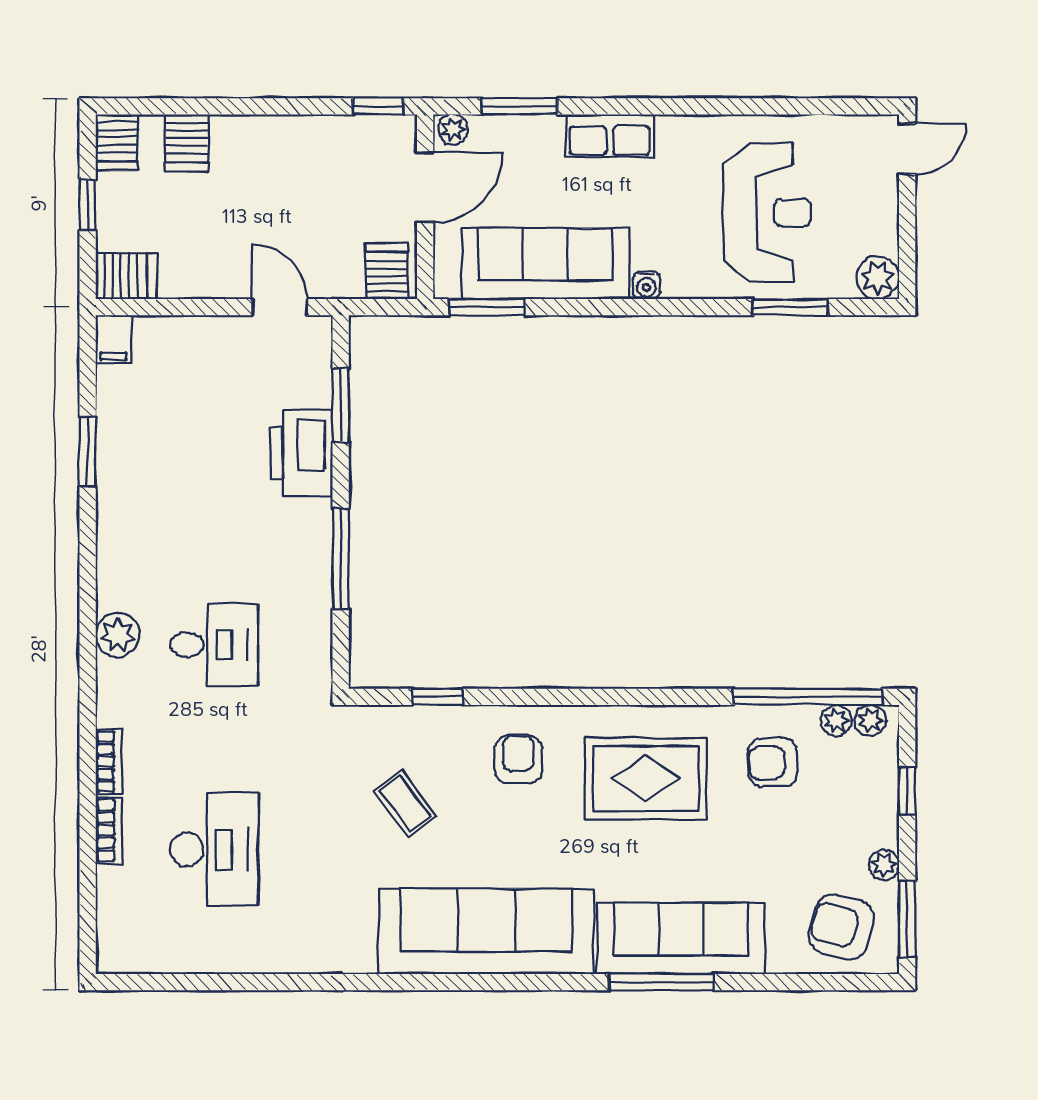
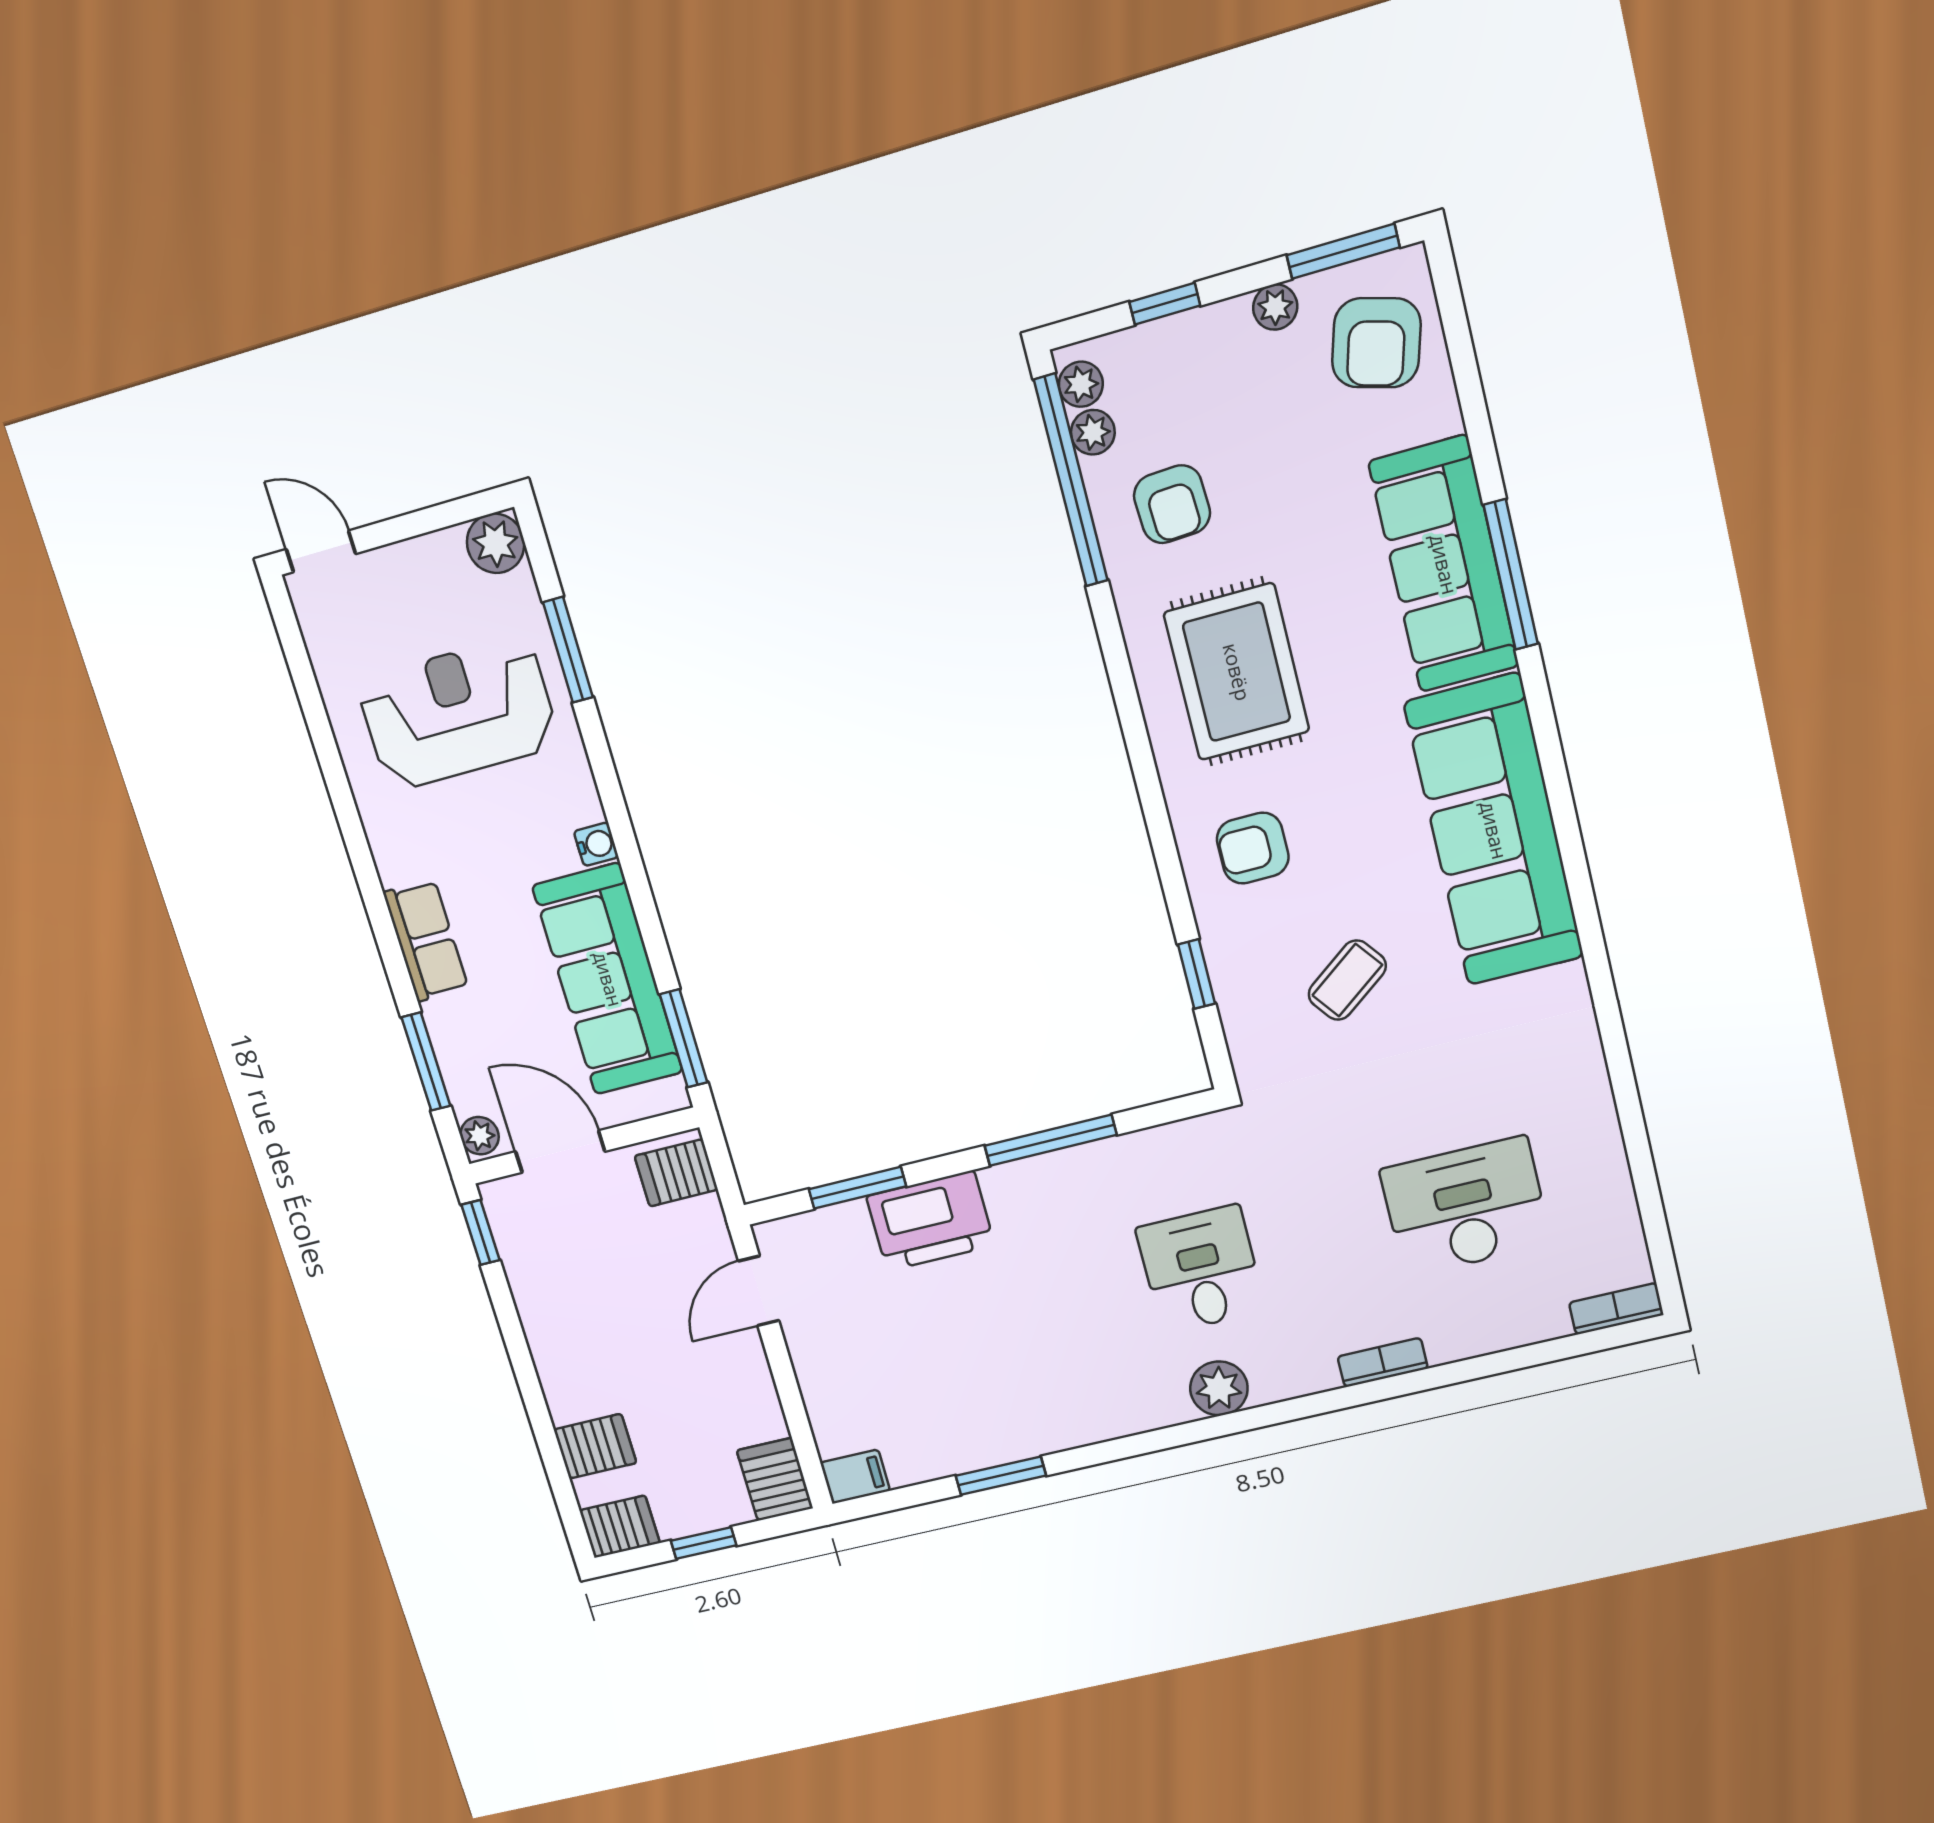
bookcase: (109, 830) -> (1616, 1309), moved

